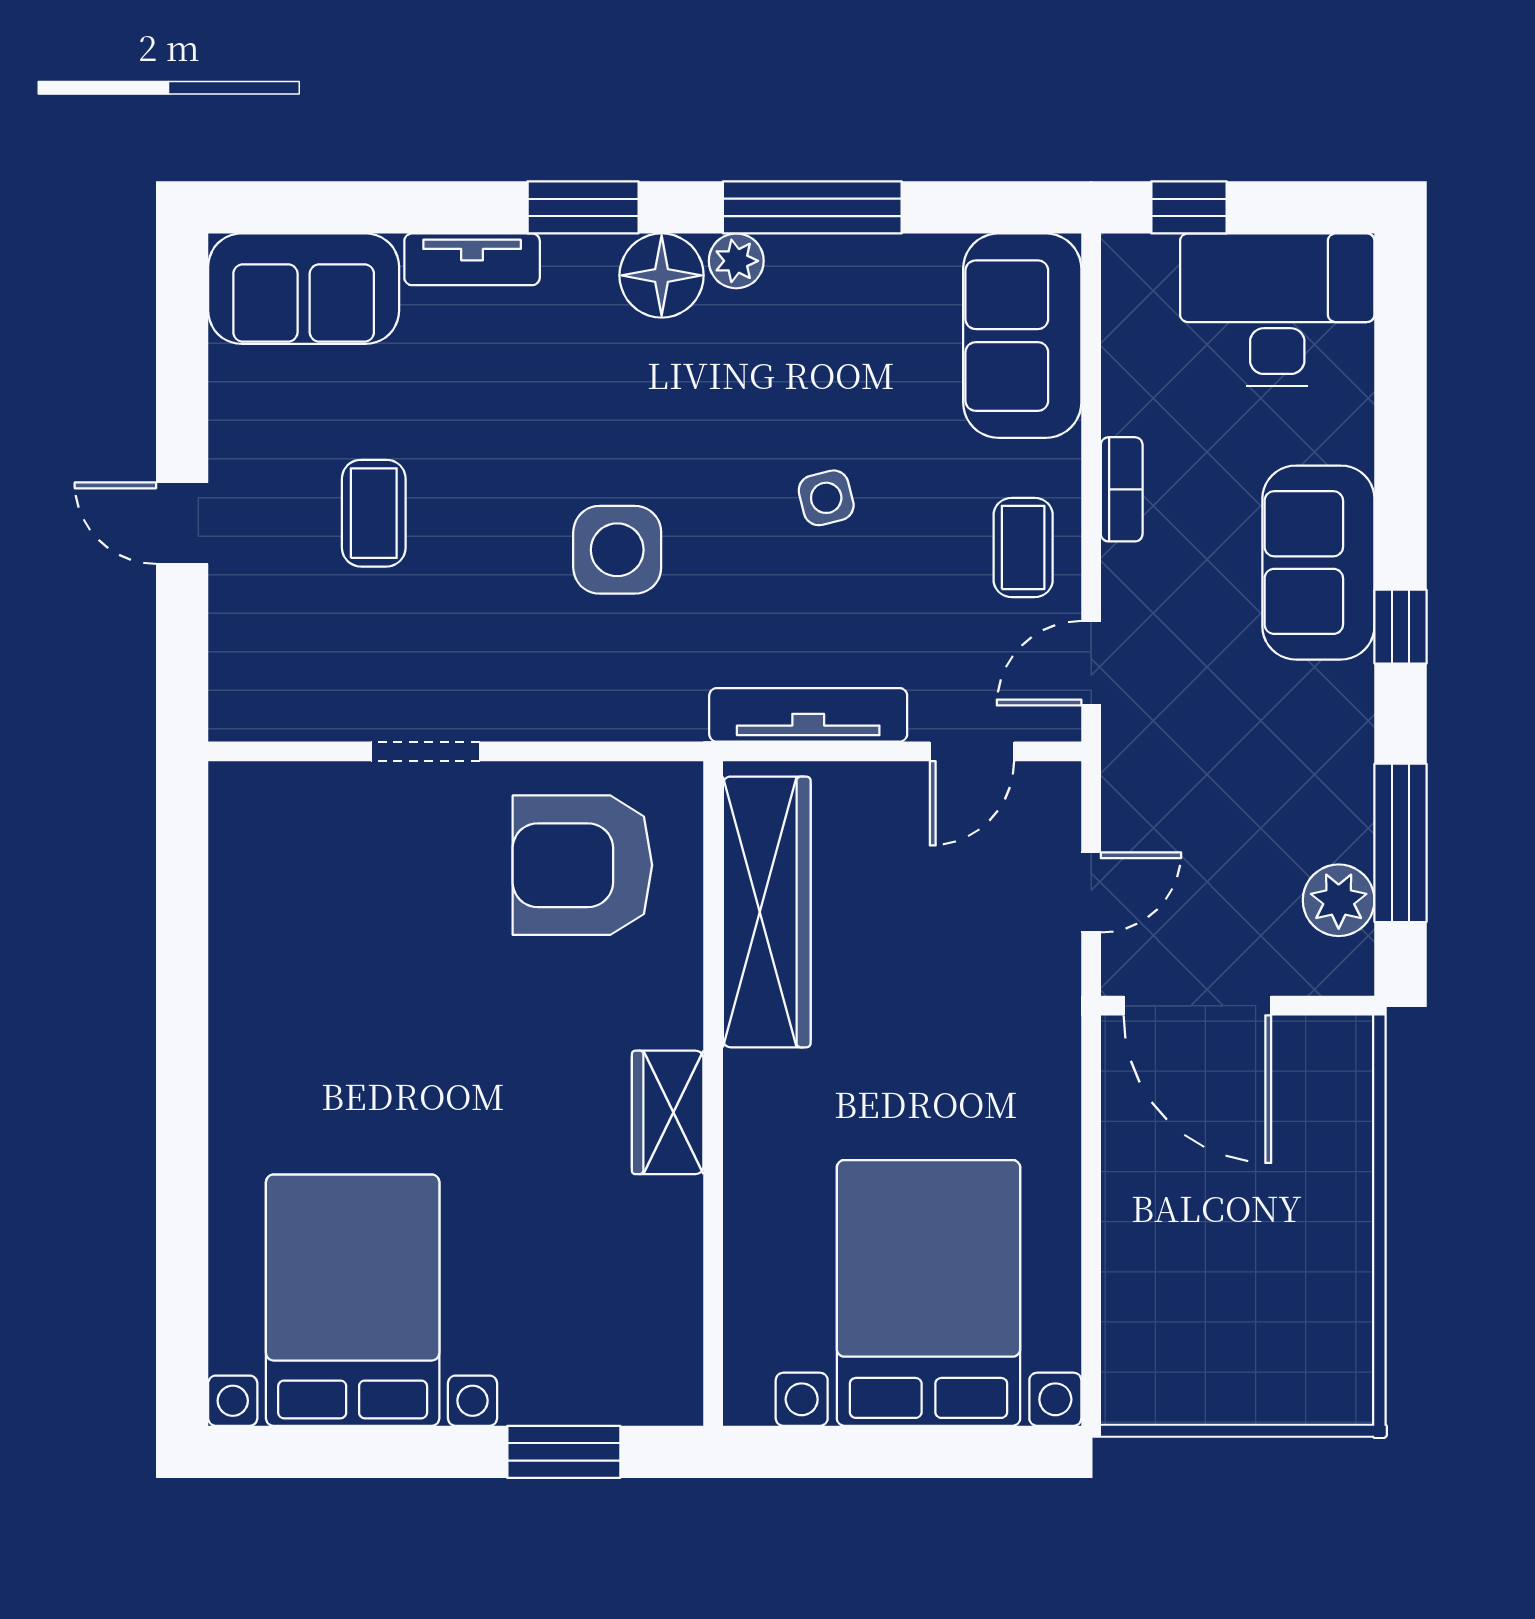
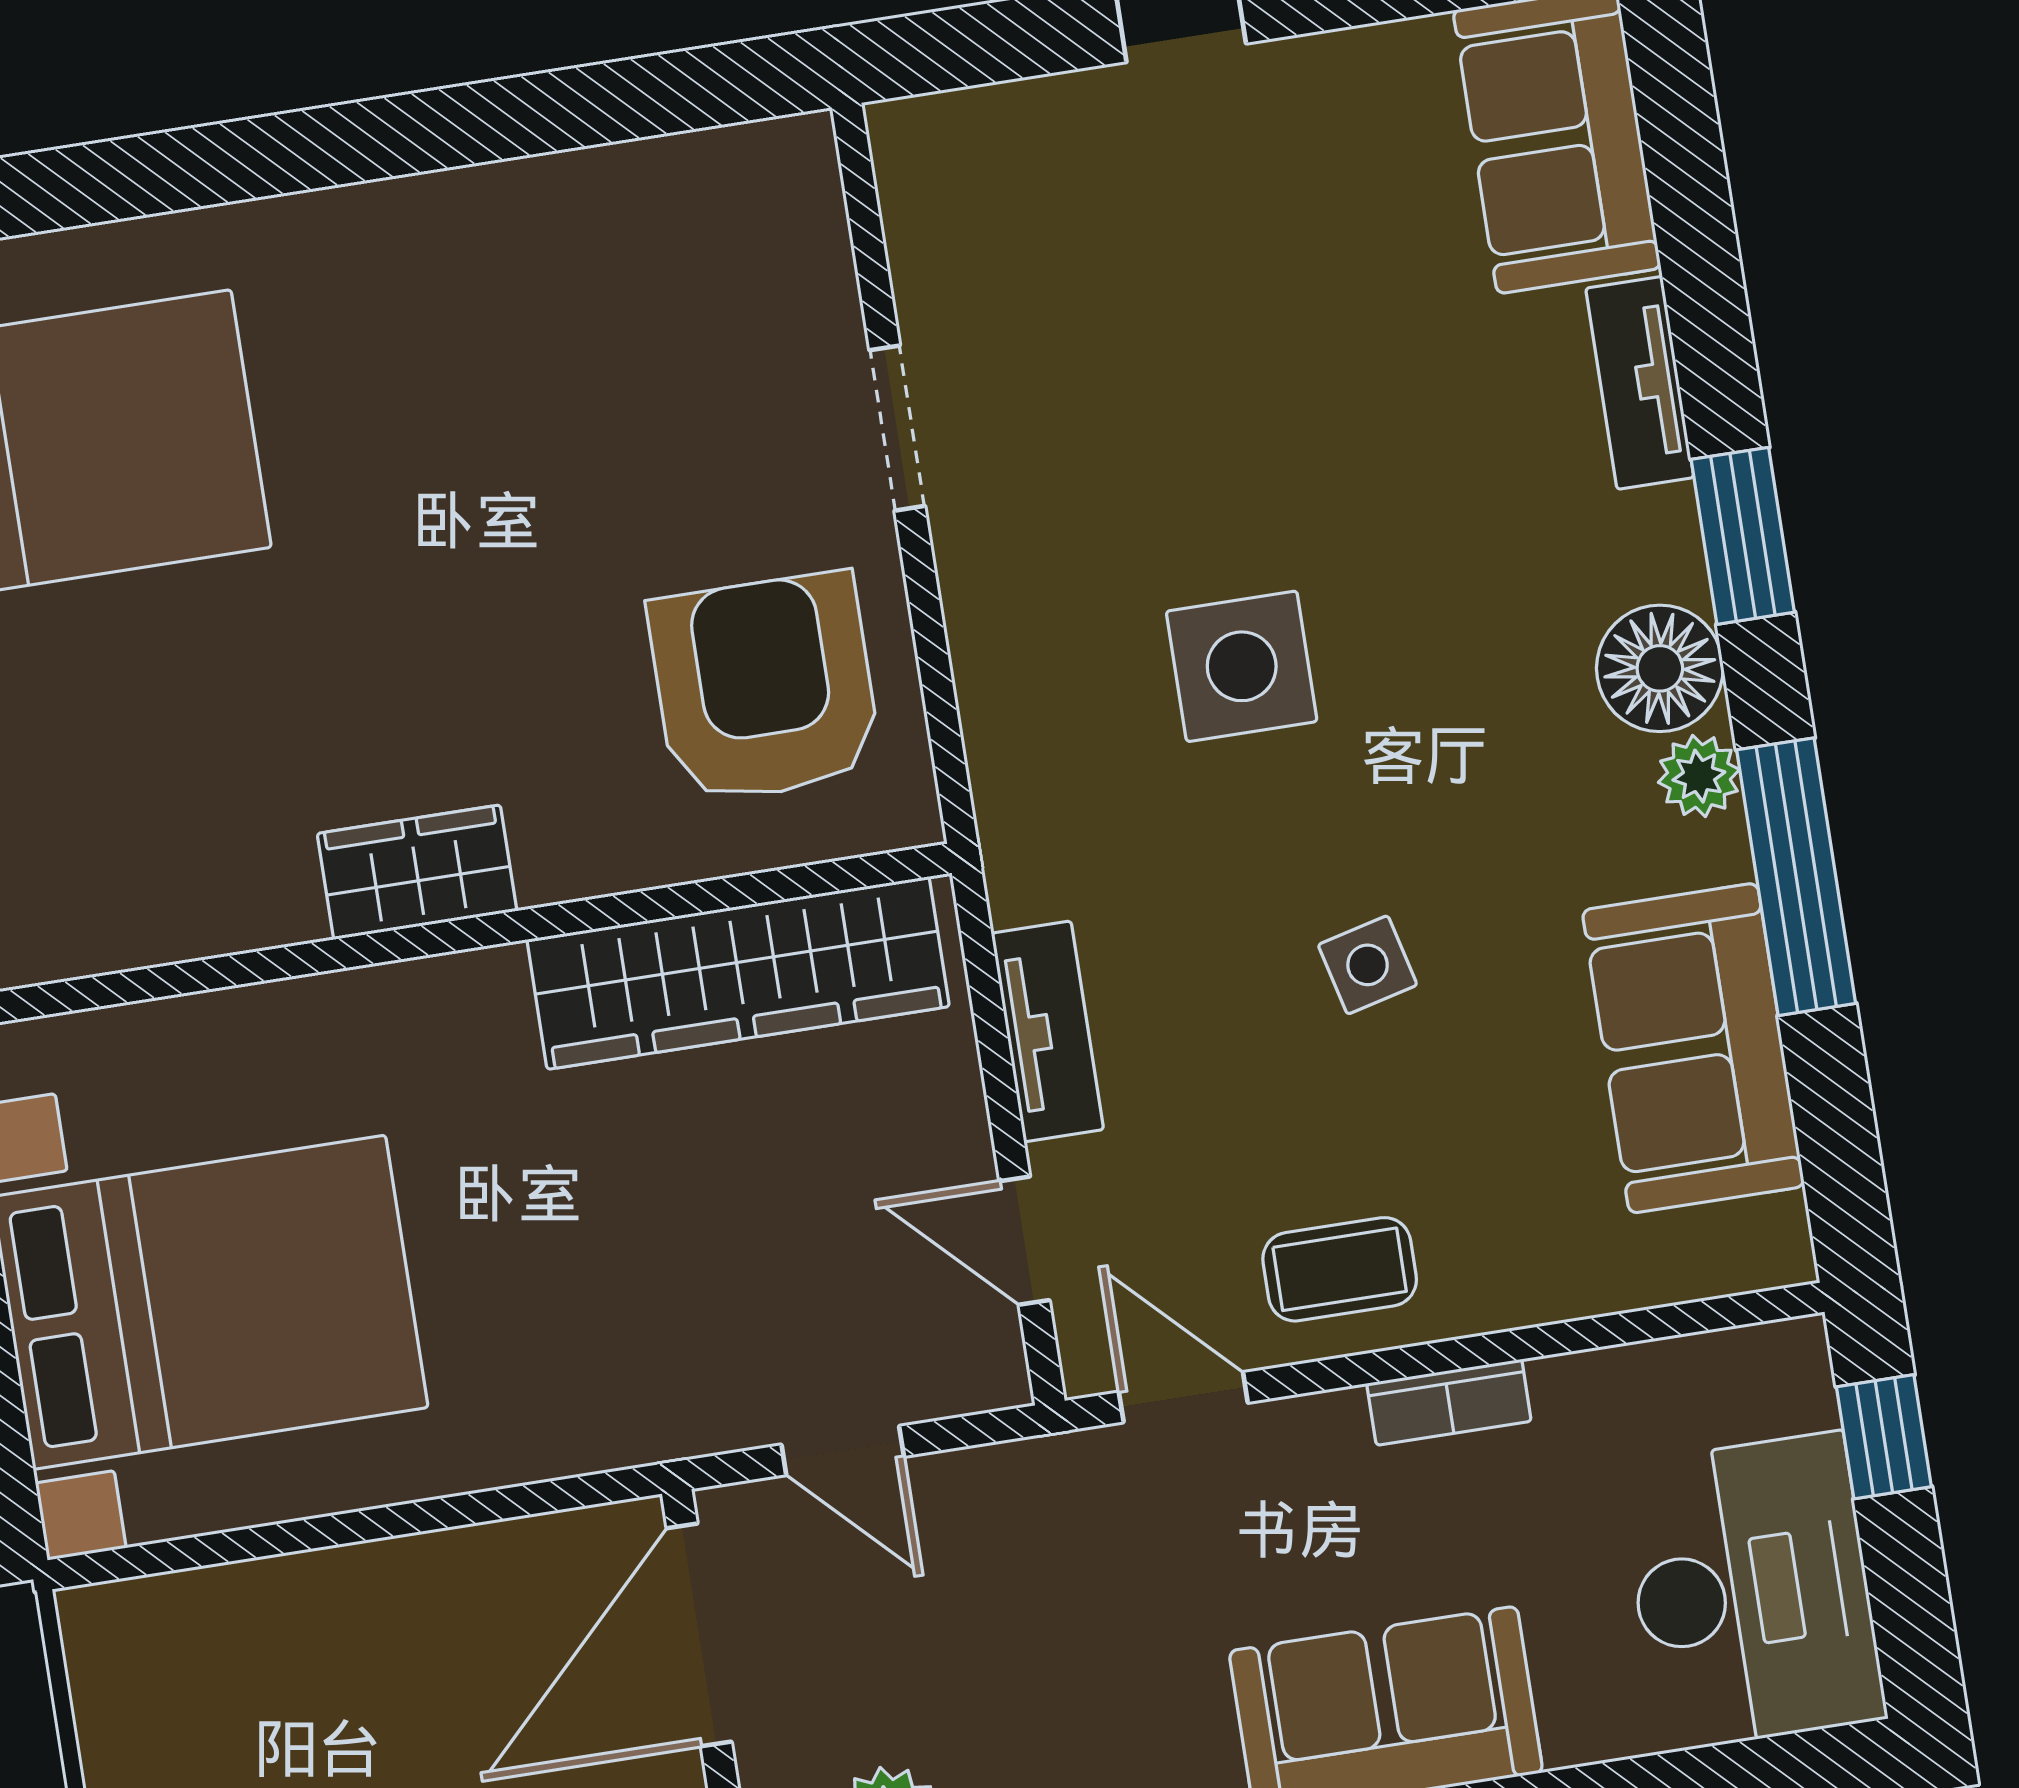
sofa: (1022, 336) -> (1693, 1048), moved, turned -90
coffee table: (374, 513) -> (1239, 296), removed
tv unit: (808, 715) -> (1047, 1031), width x0.71

